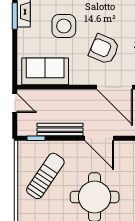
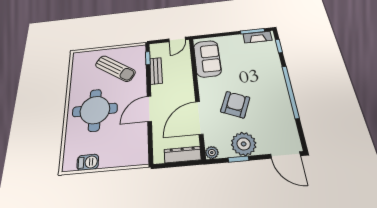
side table: (64, 26) -> (251, 69), removed
bench: (60, 130) -> (156, 71), width x0.73

